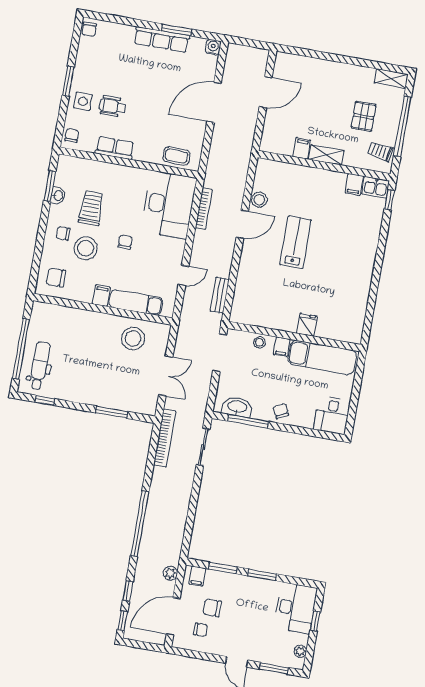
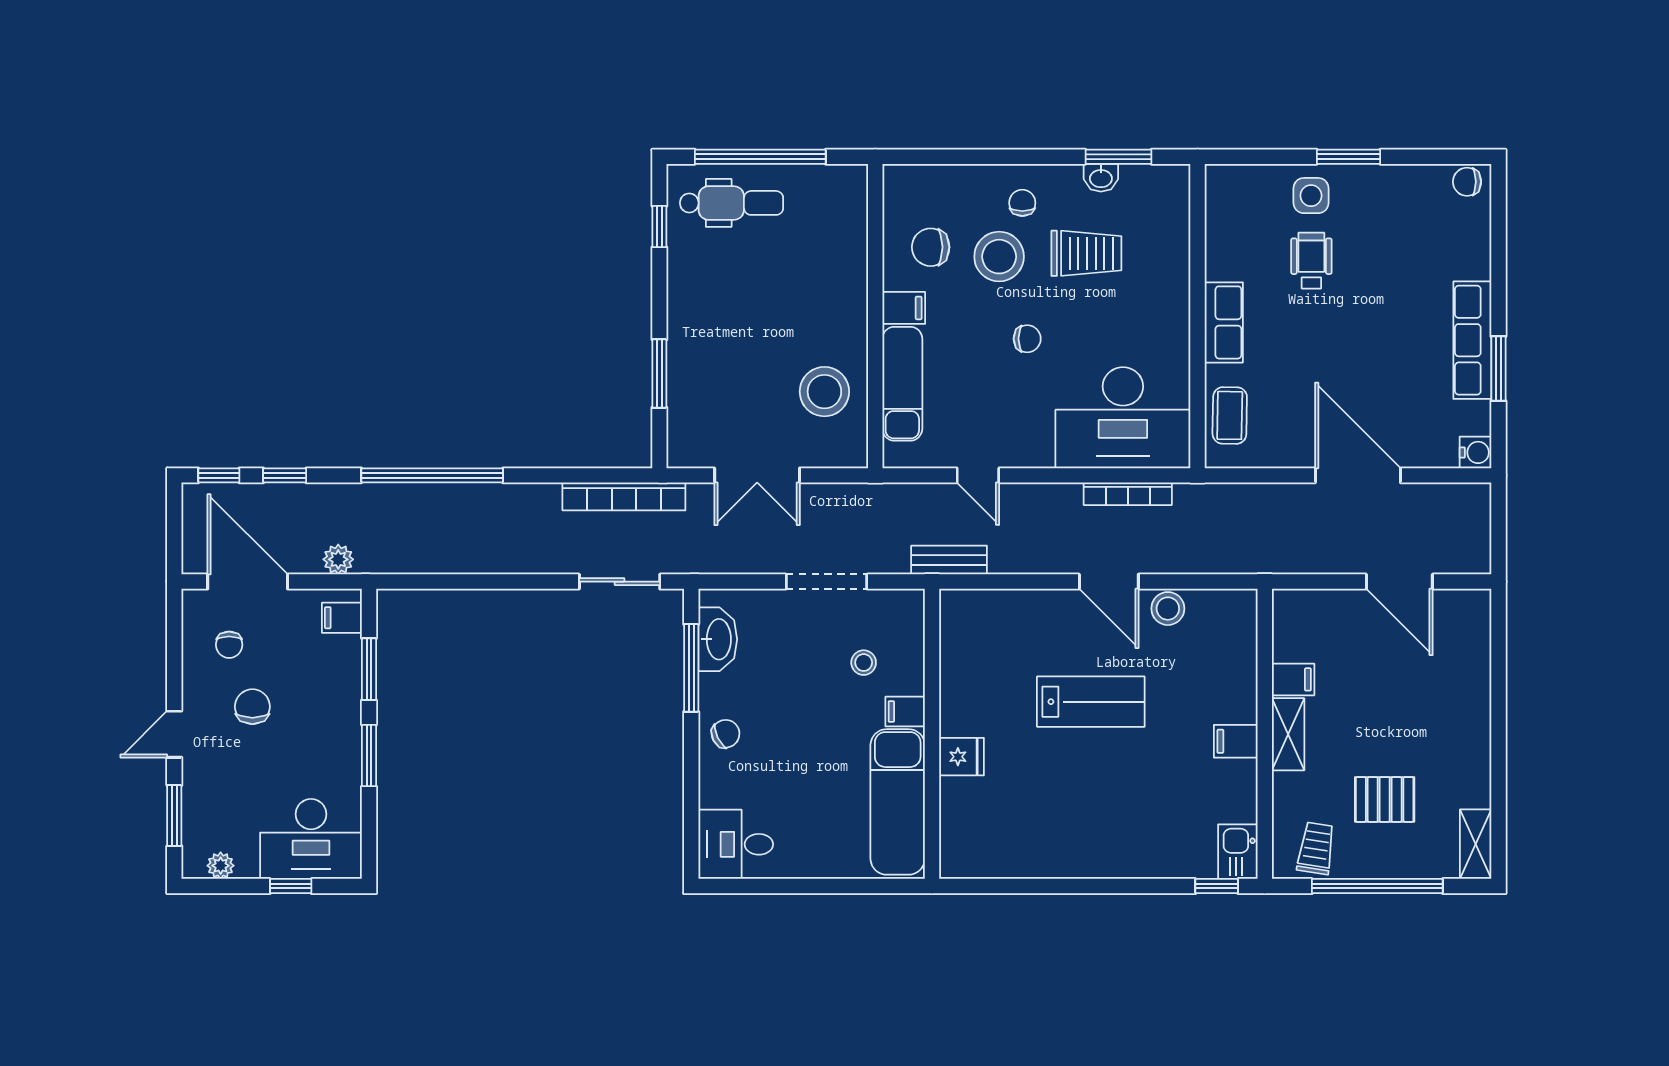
chair: (72, 136) -> (1234, 185), removed
row of seats: (115, 148) -> (1224, 322), moved
filing cabinet: (354, 185) -> (1236, 741), moved
chair: (56, 277) -> (931, 247), moved, turned -90
fridge: (307, 325) -> (961, 757), moved
wall: (294, 336) -> (932, 734), moved
filing cabinet: (282, 347) -> (905, 712), moved
exam couch: (322, 357) -> (898, 802), moved
chair: (212, 608) -> (252, 707), moved

